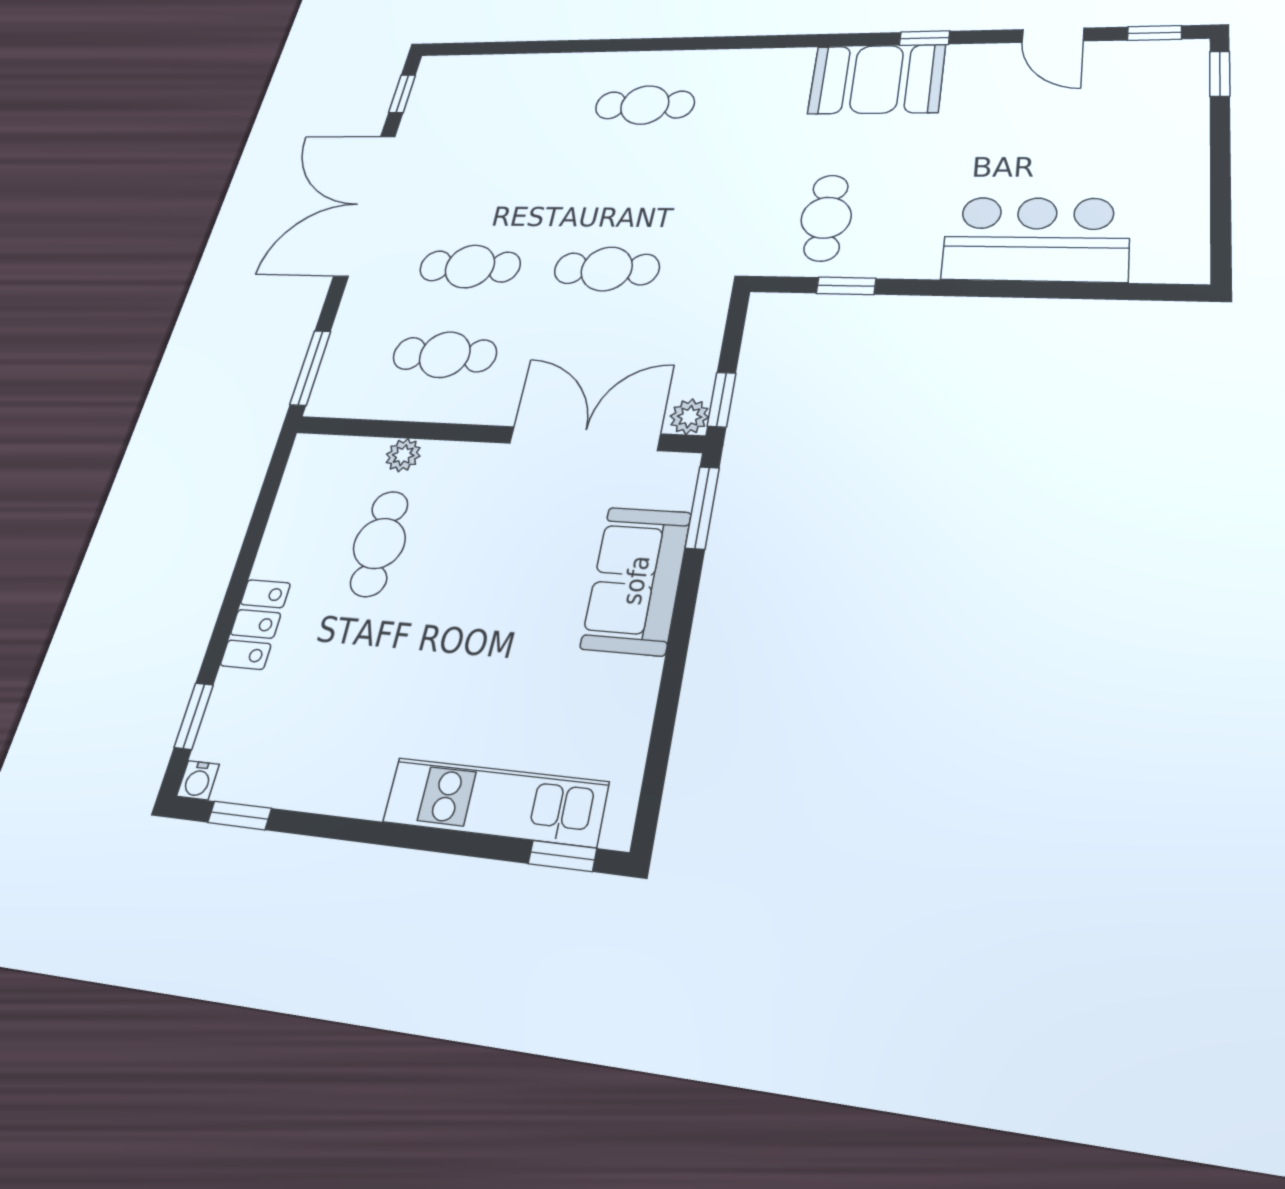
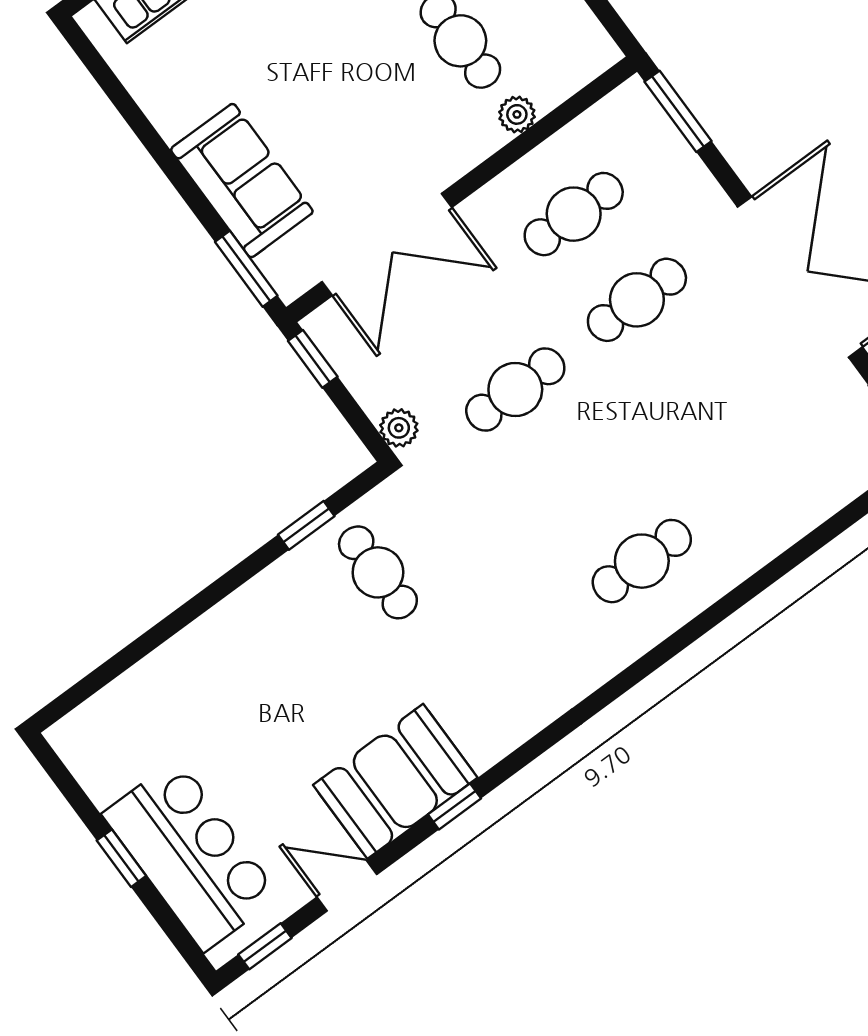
window: (1220, 74) -> (121, 858), moved
booth: (877, 79) -> (395, 781), moved
bar counter: (1036, 239) -> (191, 855), moved, turned -90
plant: (689, 417) -> (399, 428), moved

